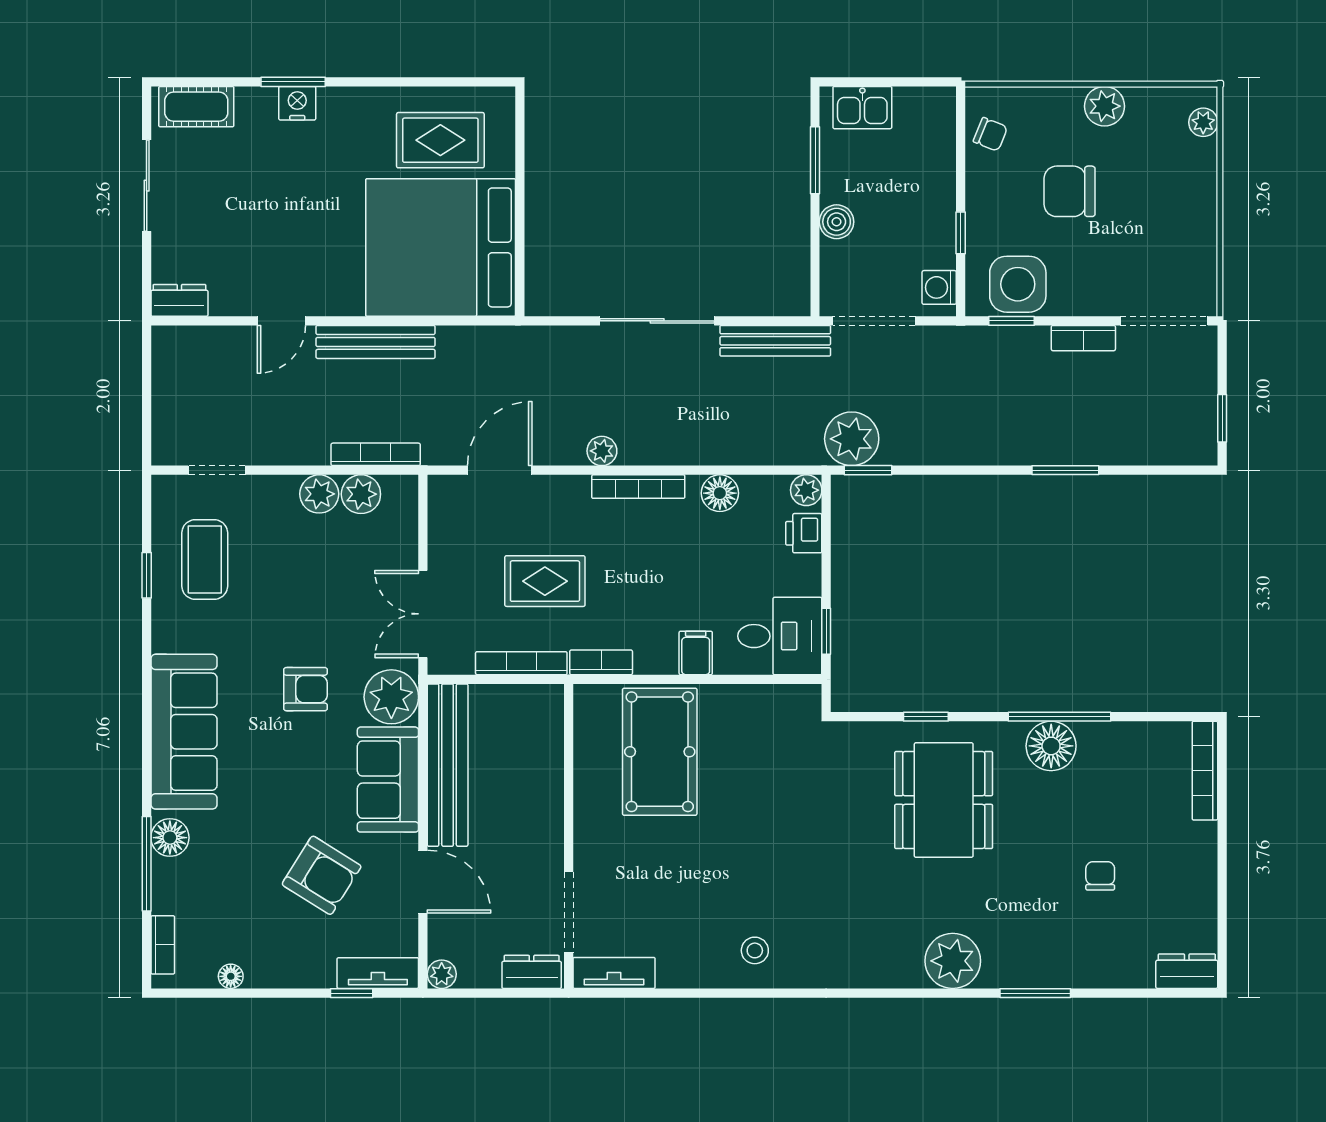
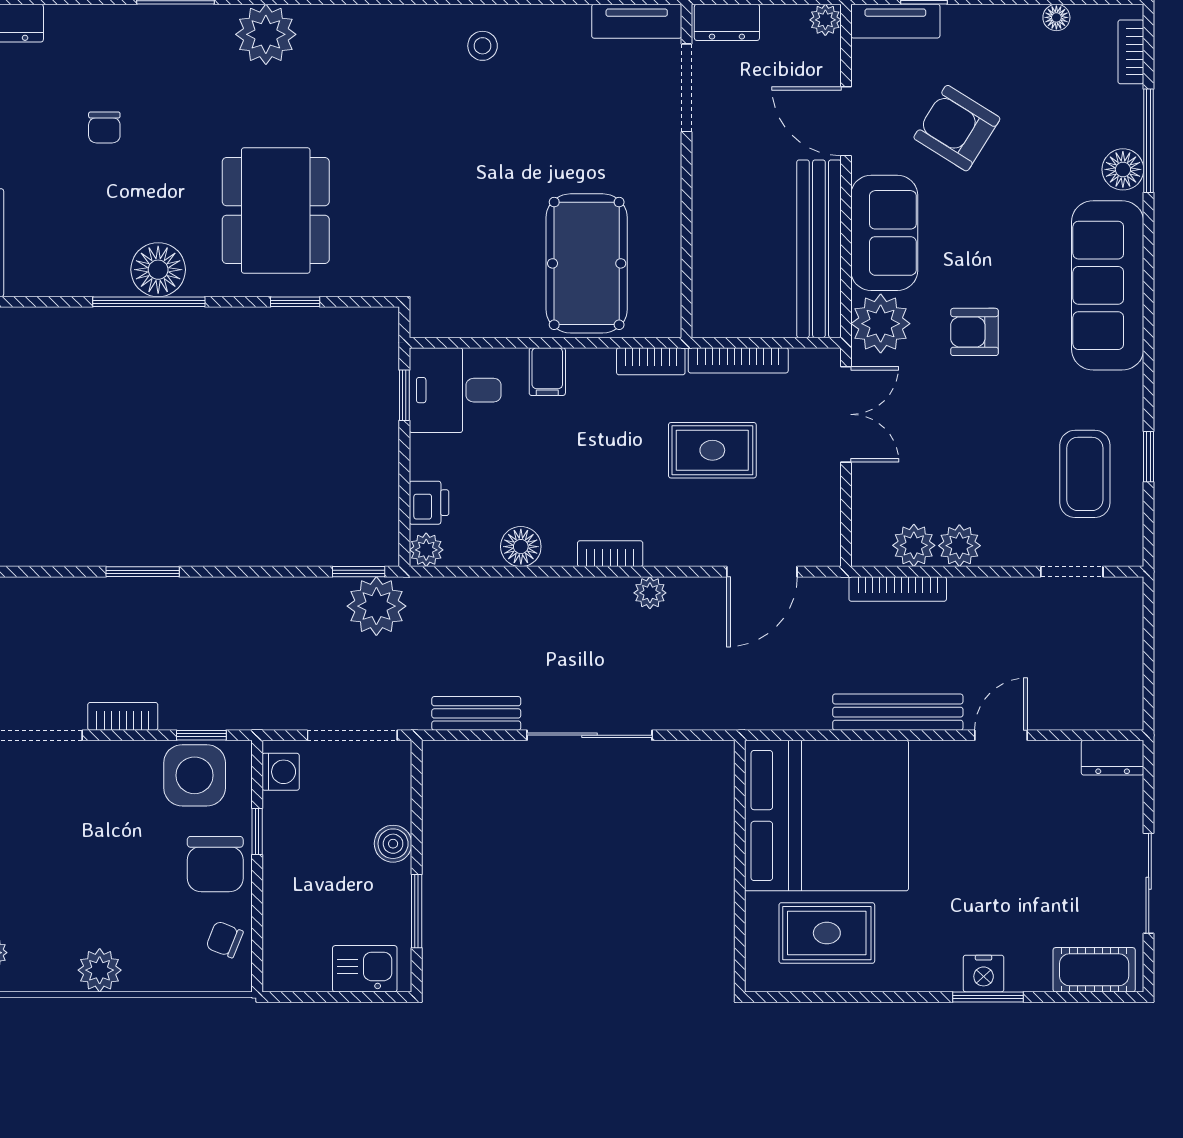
chair: (1070, 191) -> (215, 864), moved, turned 90
bench: (775, 341) -> (476, 713), width x0.73
bookcase: (638, 487) -> (610, 554), width x0.64

